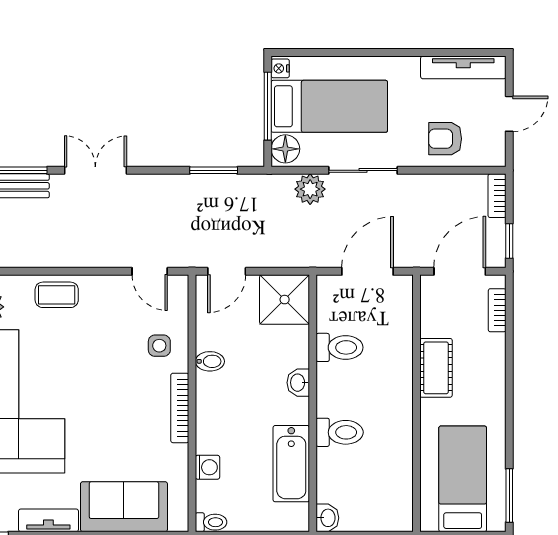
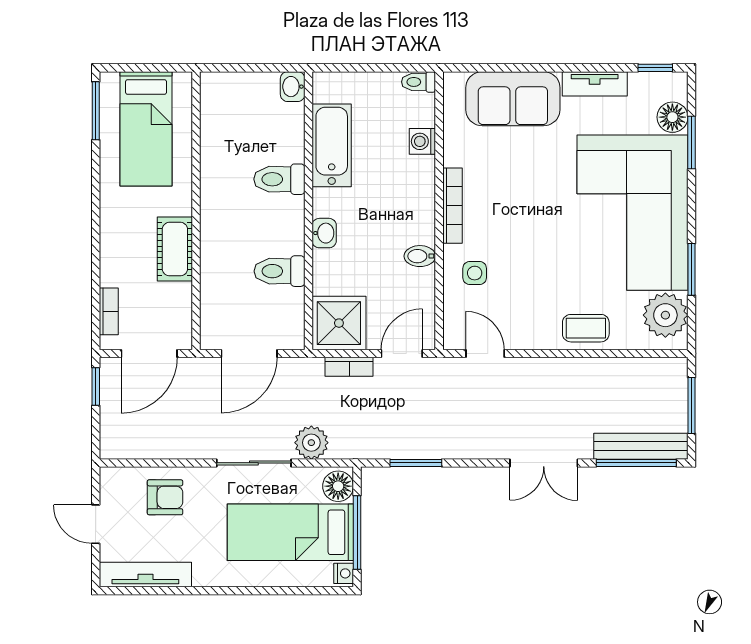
door: (509, 114) -> (96, 524), hinge flipped
bookcase: (497, 196) -> (349, 367), moved, turned 90

